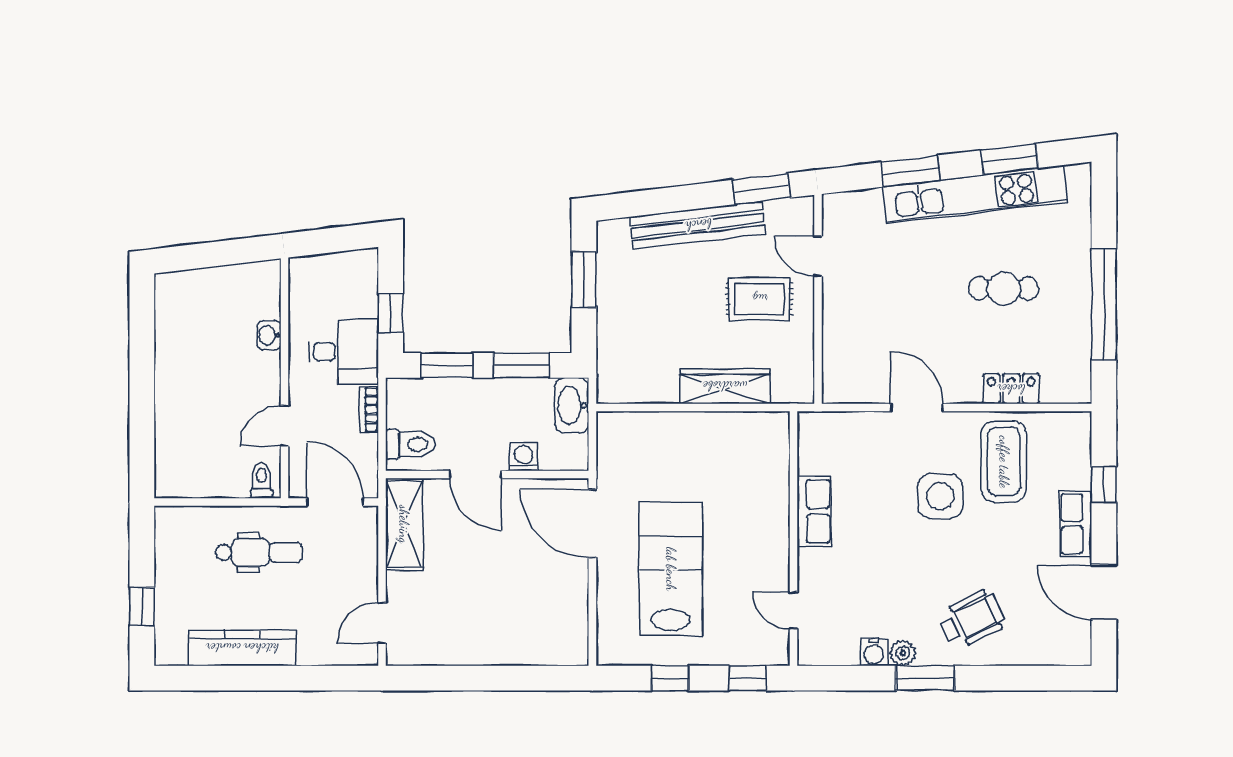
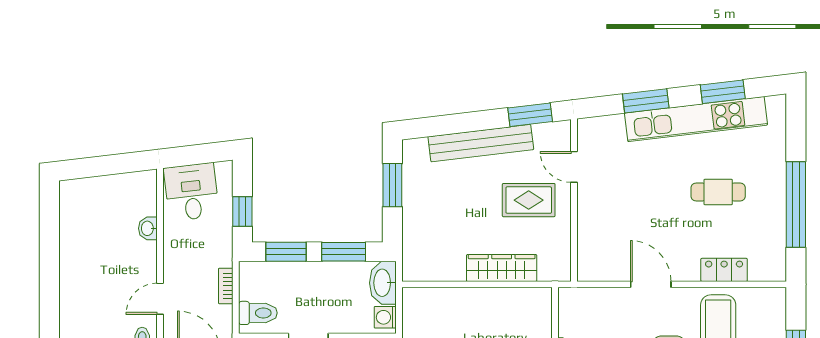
desk: (343, 352) -> (191, 192), moved, turned -97
washing machine: (523, 457) -> (385, 317), moved, turned -90

